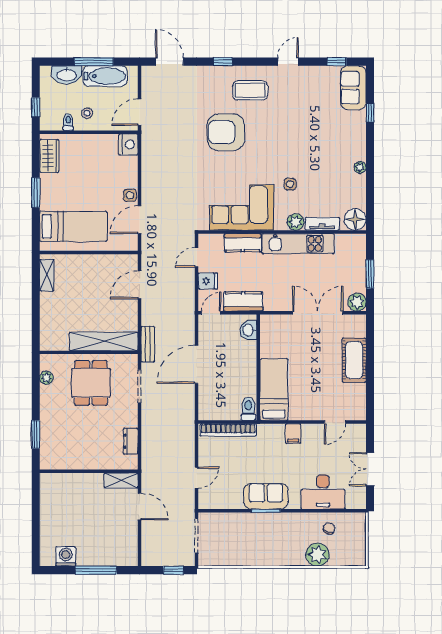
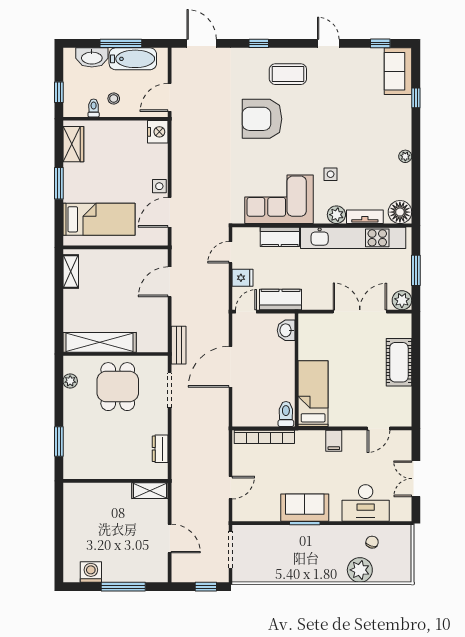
door: (288, 62) -> (328, 43), hinge flipped
kitchen unit: (298, 244) -> (353, 238), width x1.36
shelving: (104, 341) -> (100, 342), moved
door: (139, 507) -> (170, 538), moved

